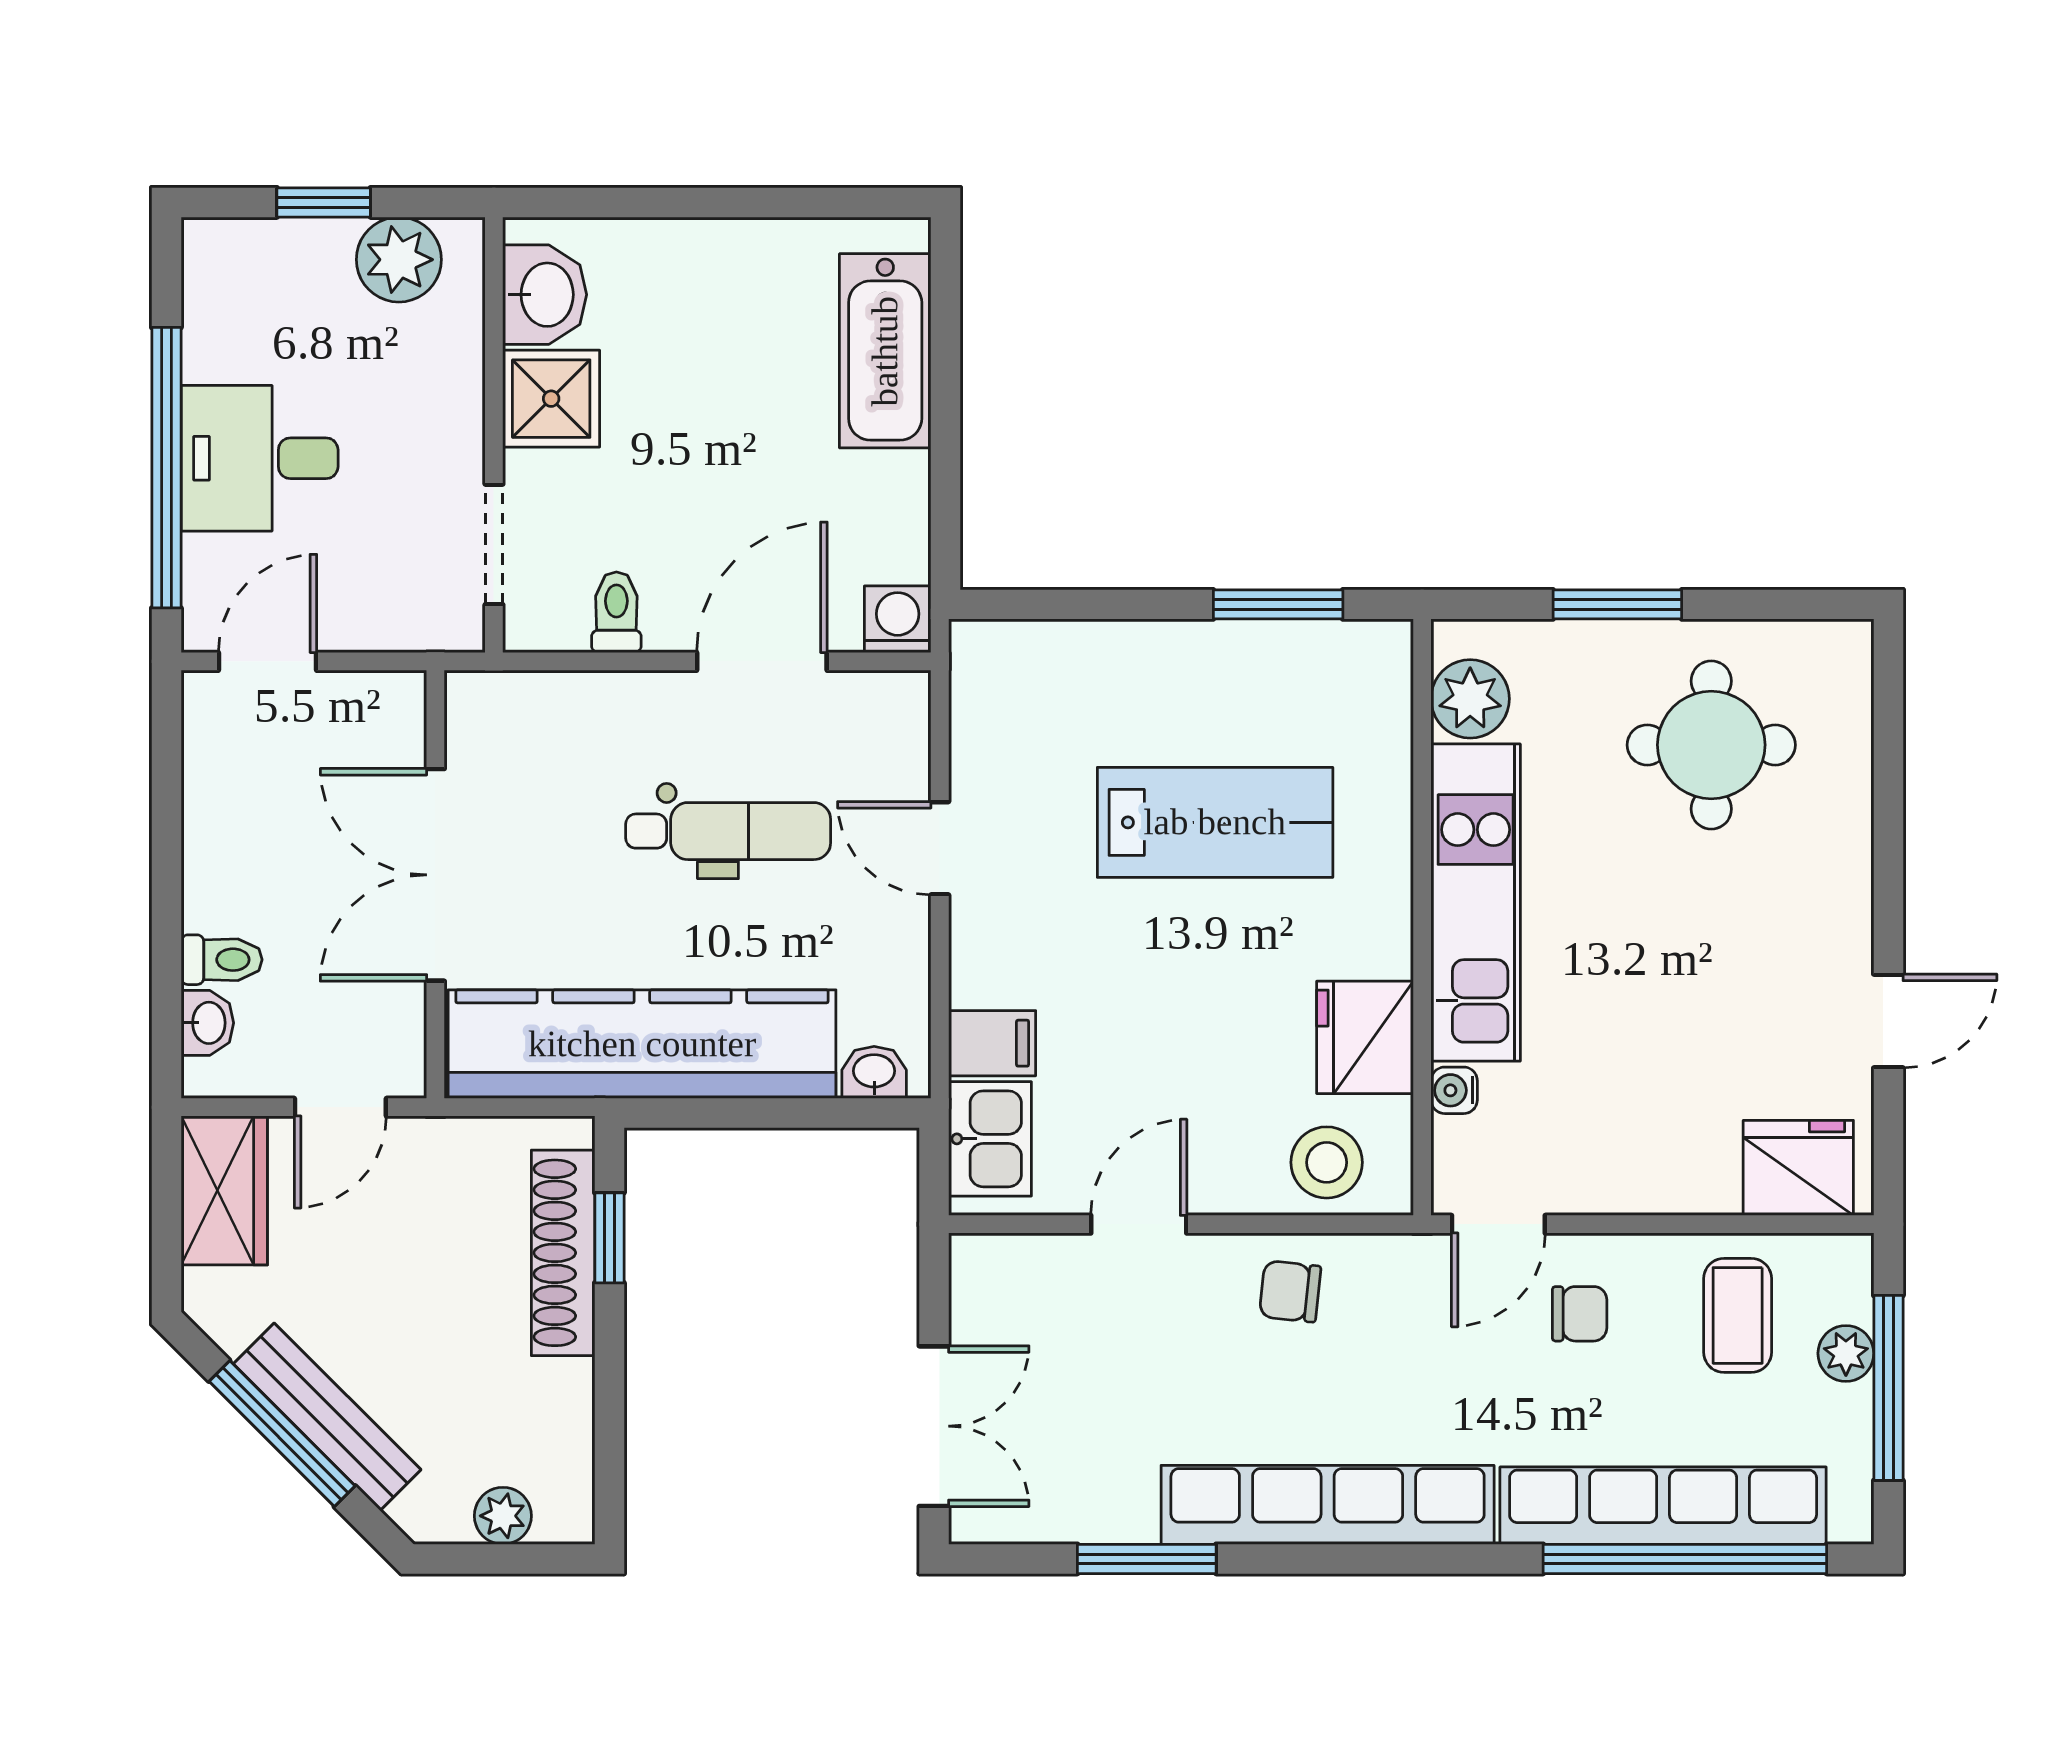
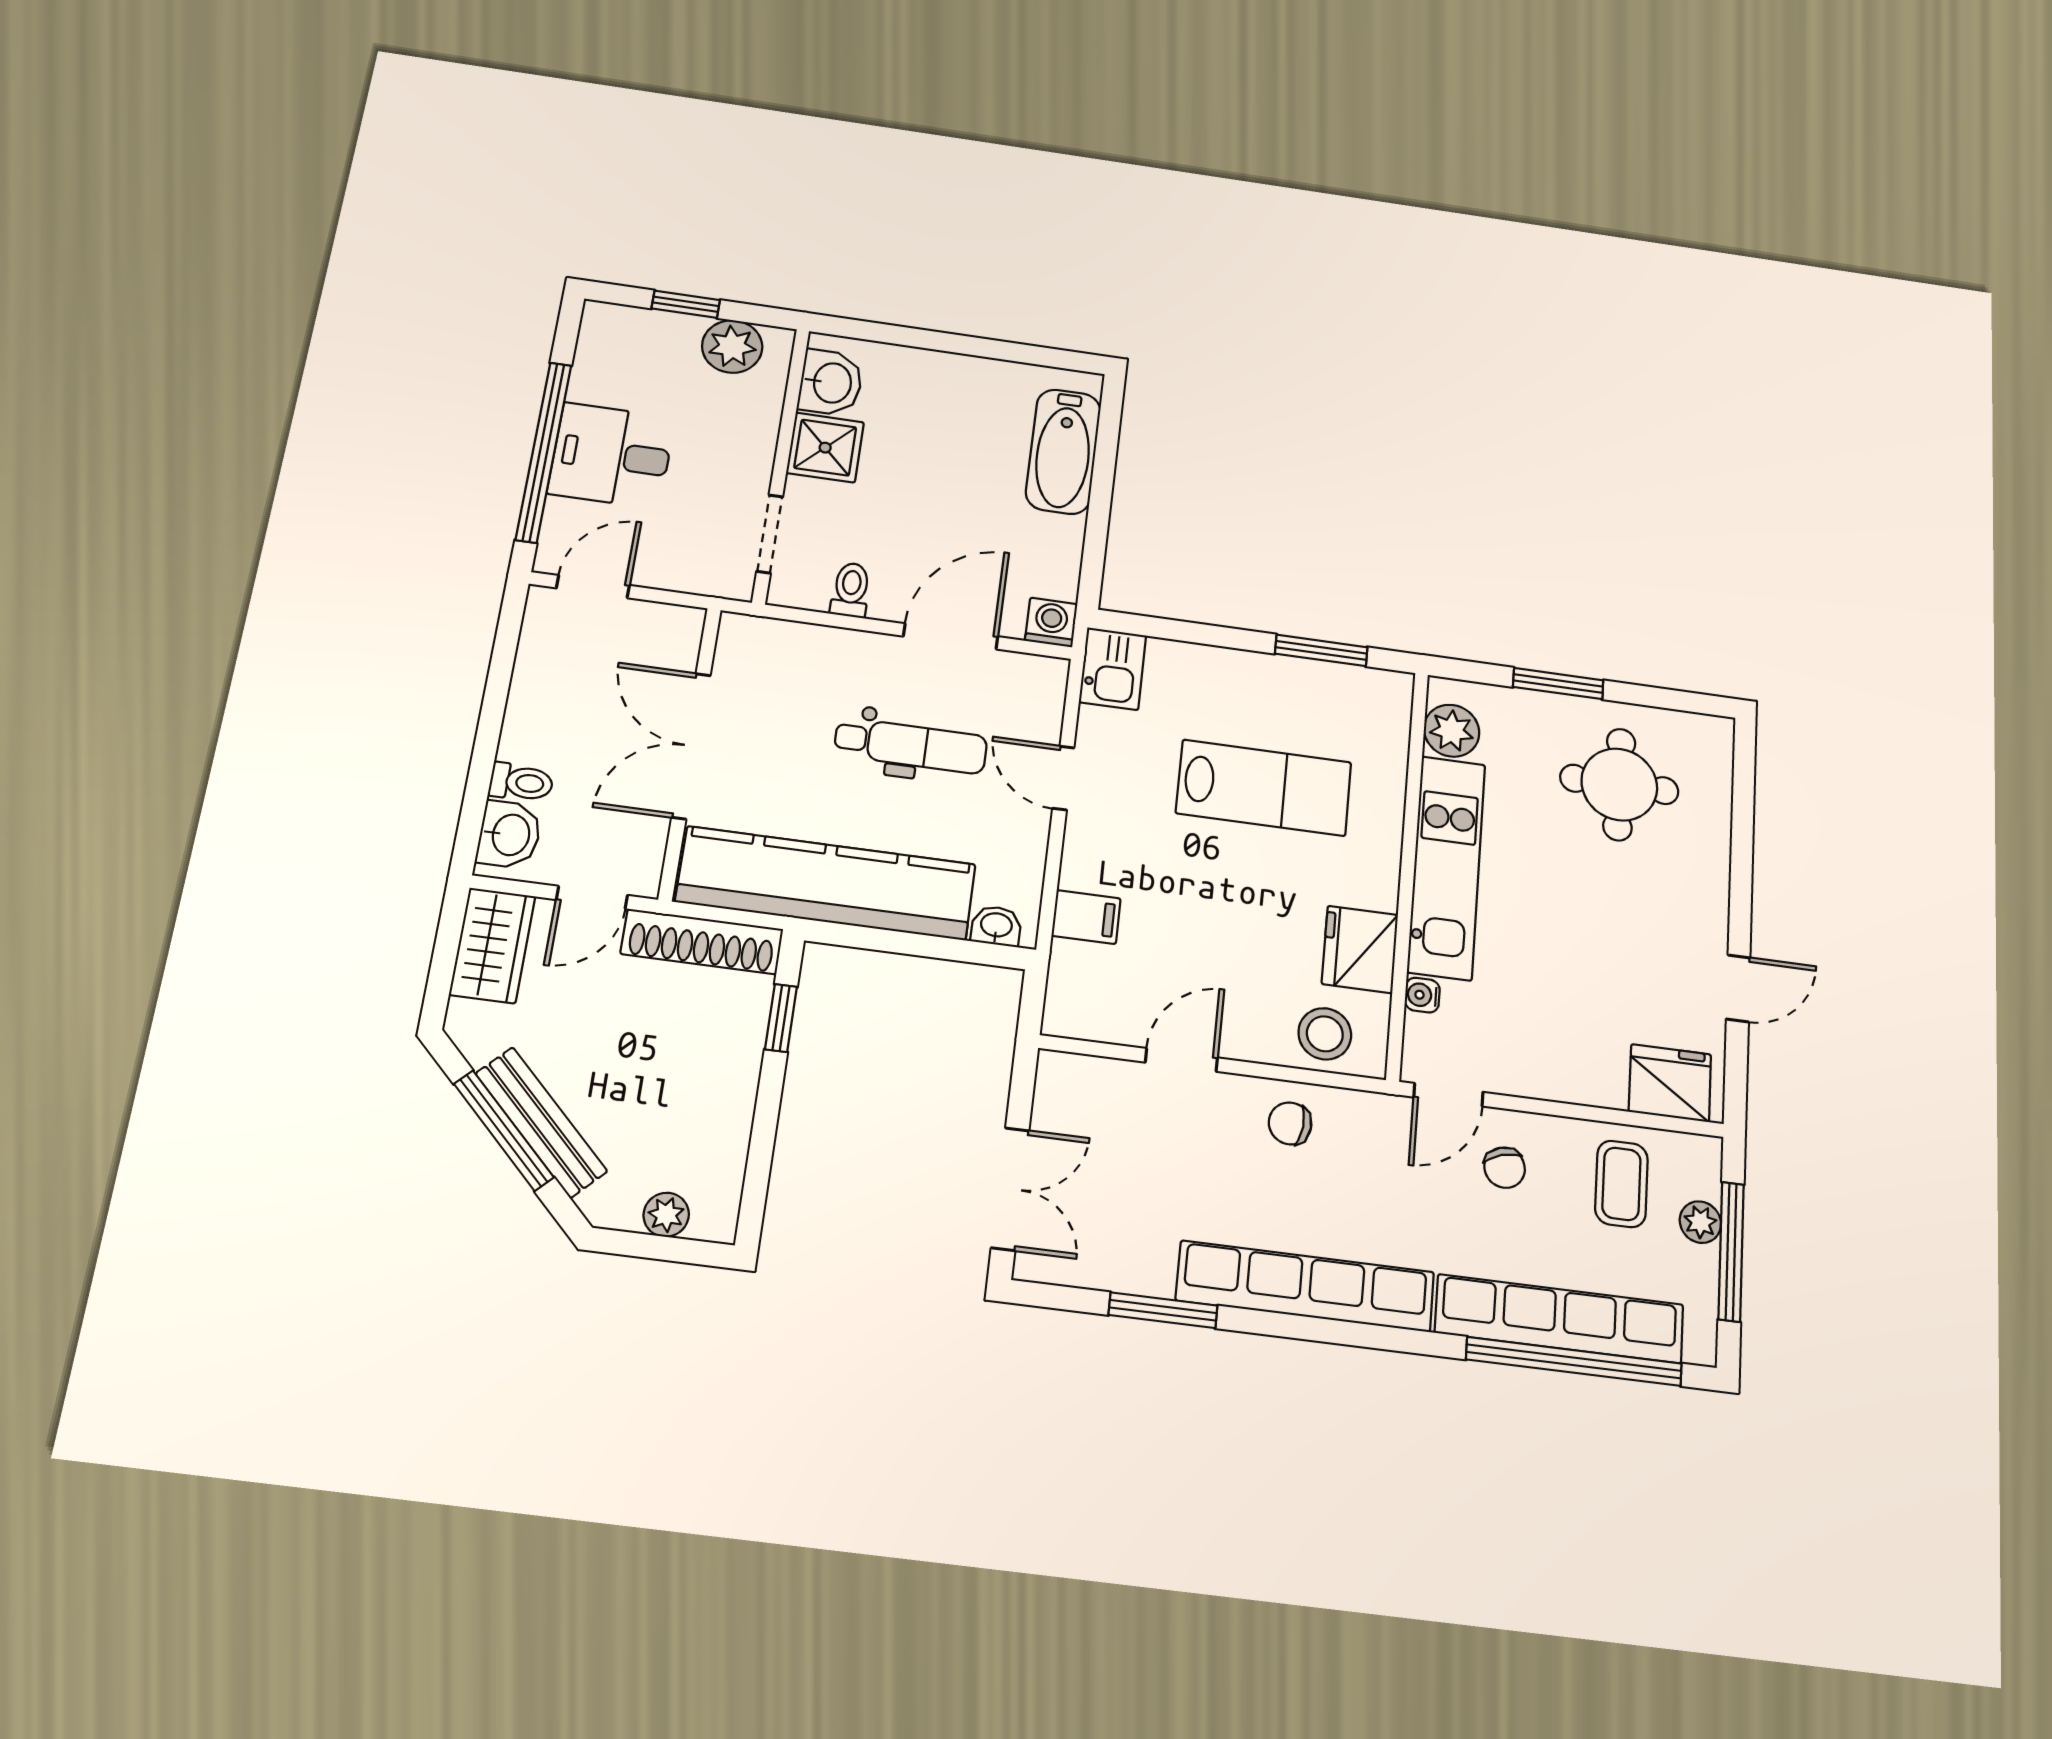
washbasin: (207, 1023) -> (509, 835), width x1.38, depth x1.45
kitchen sink: (990, 1139) -> (1113, 669), moved
shoe rack: (563, 1253) -> (702, 941), moved, turned -90
chair: (1580, 1314) -> (1505, 1168), turned 73

